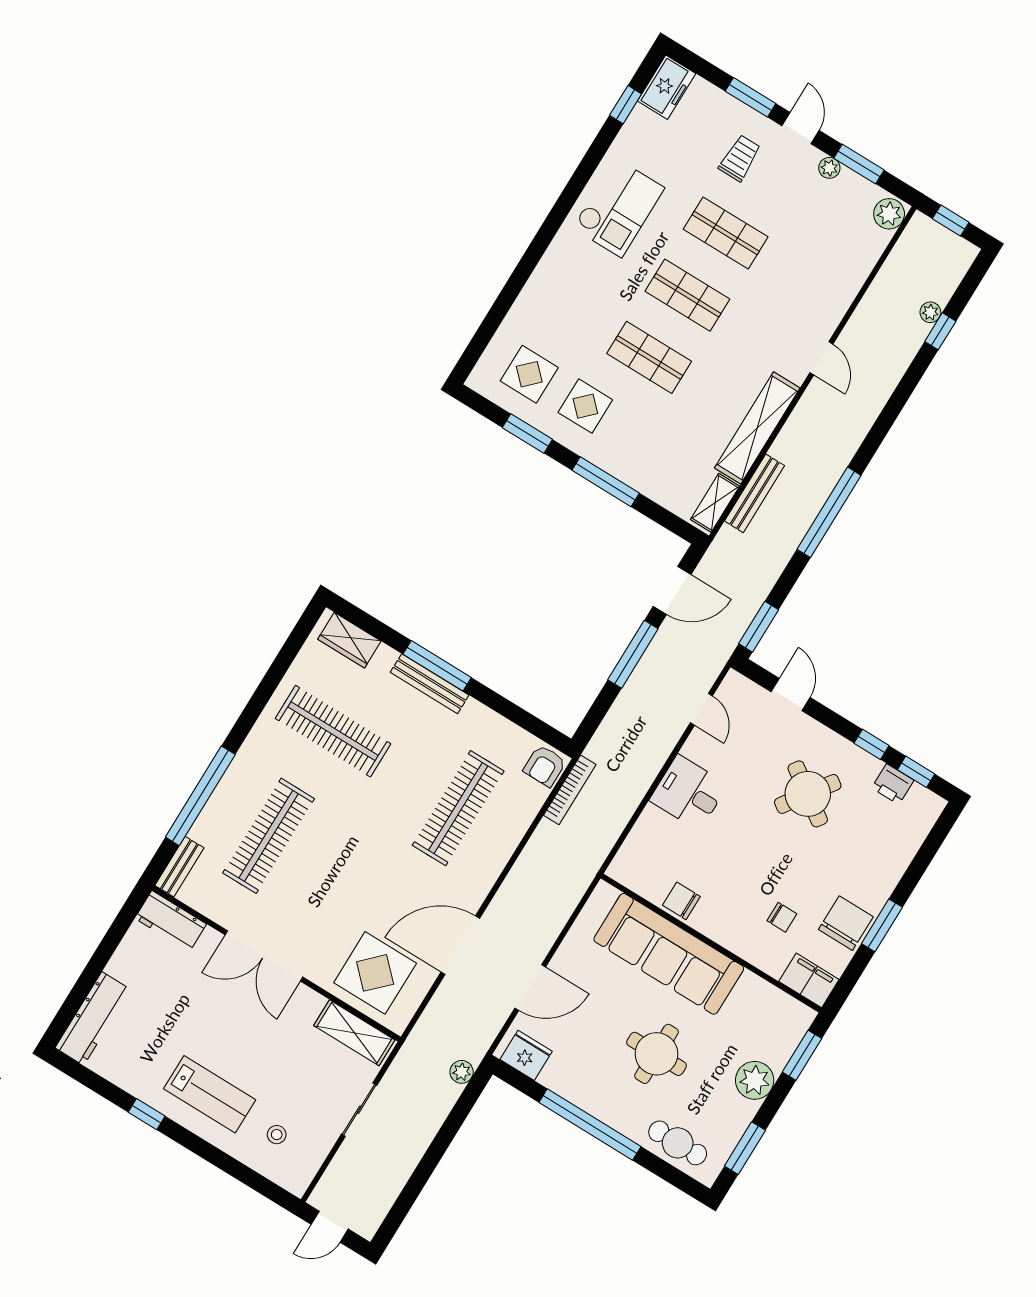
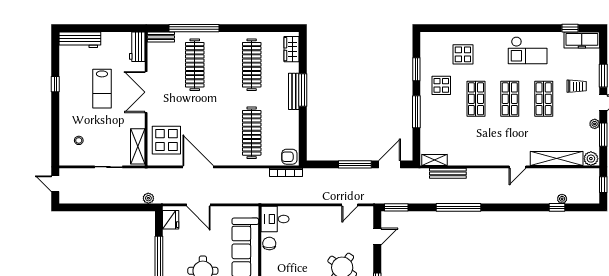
freezer: (667, 87) -> (582, 40), width x1.40
display table: (529, 374) -> (463, 54), moved
shelving: (757, 428) -> (557, 159), moved
door: (672, 590) -> (390, 164), swing flipped
desk: (689, 793) -> (275, 219), moved, turned -90
clothes rail: (458, 808) -> (252, 133), turned 90
clothes rail: (269, 836) -> (195, 65), turned 90
lab bench: (210, 1094) -> (102, 89), moved

